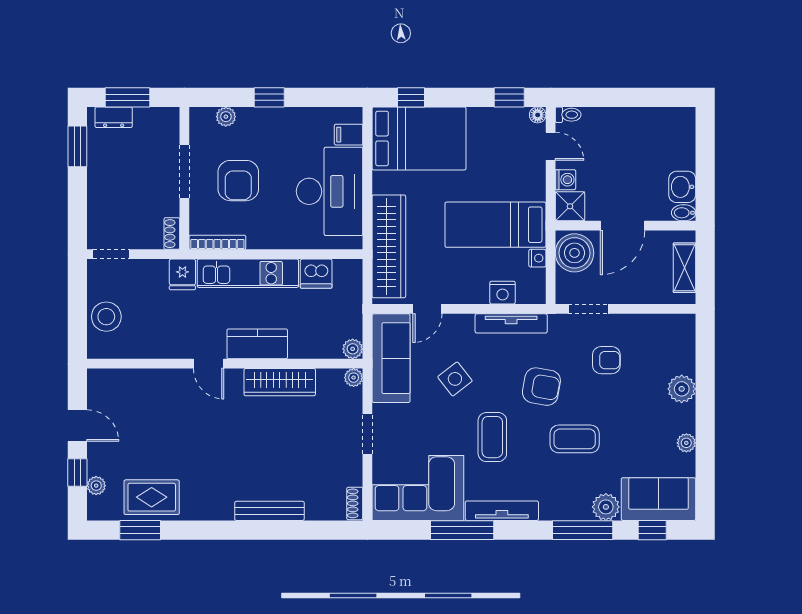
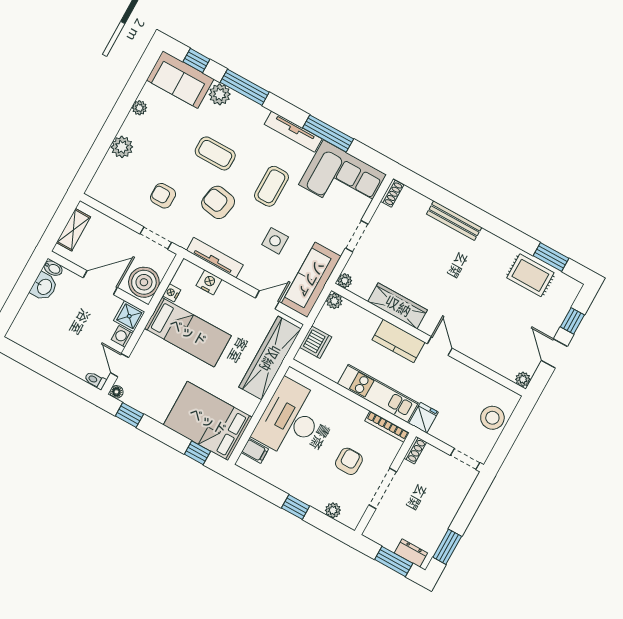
armchair: (238, 181) -> (349, 461), width x0.72, depth x0.72
dishwasher: (316, 274) -> (316, 342), moved, turned 90
side table: (455, 379) -> (275, 241), turned 38
plant: (96, 486) -> (523, 379), moved

